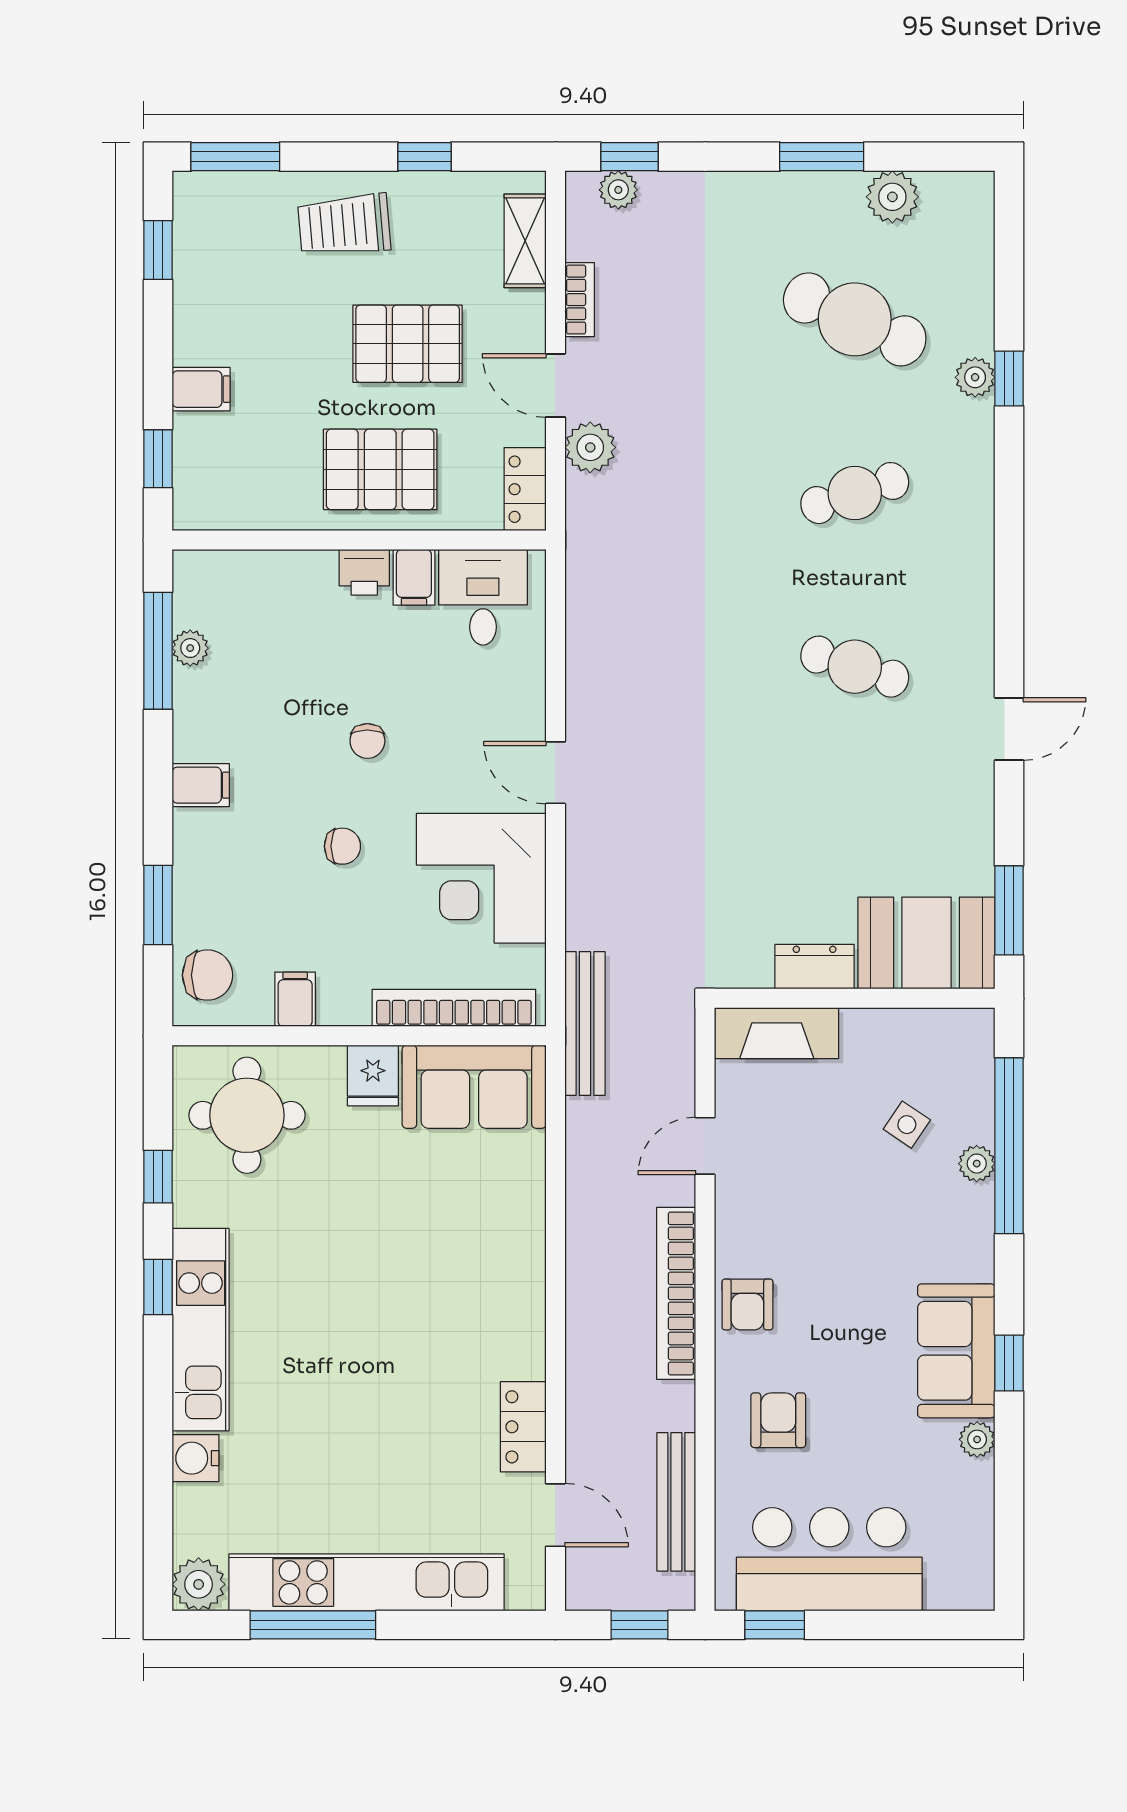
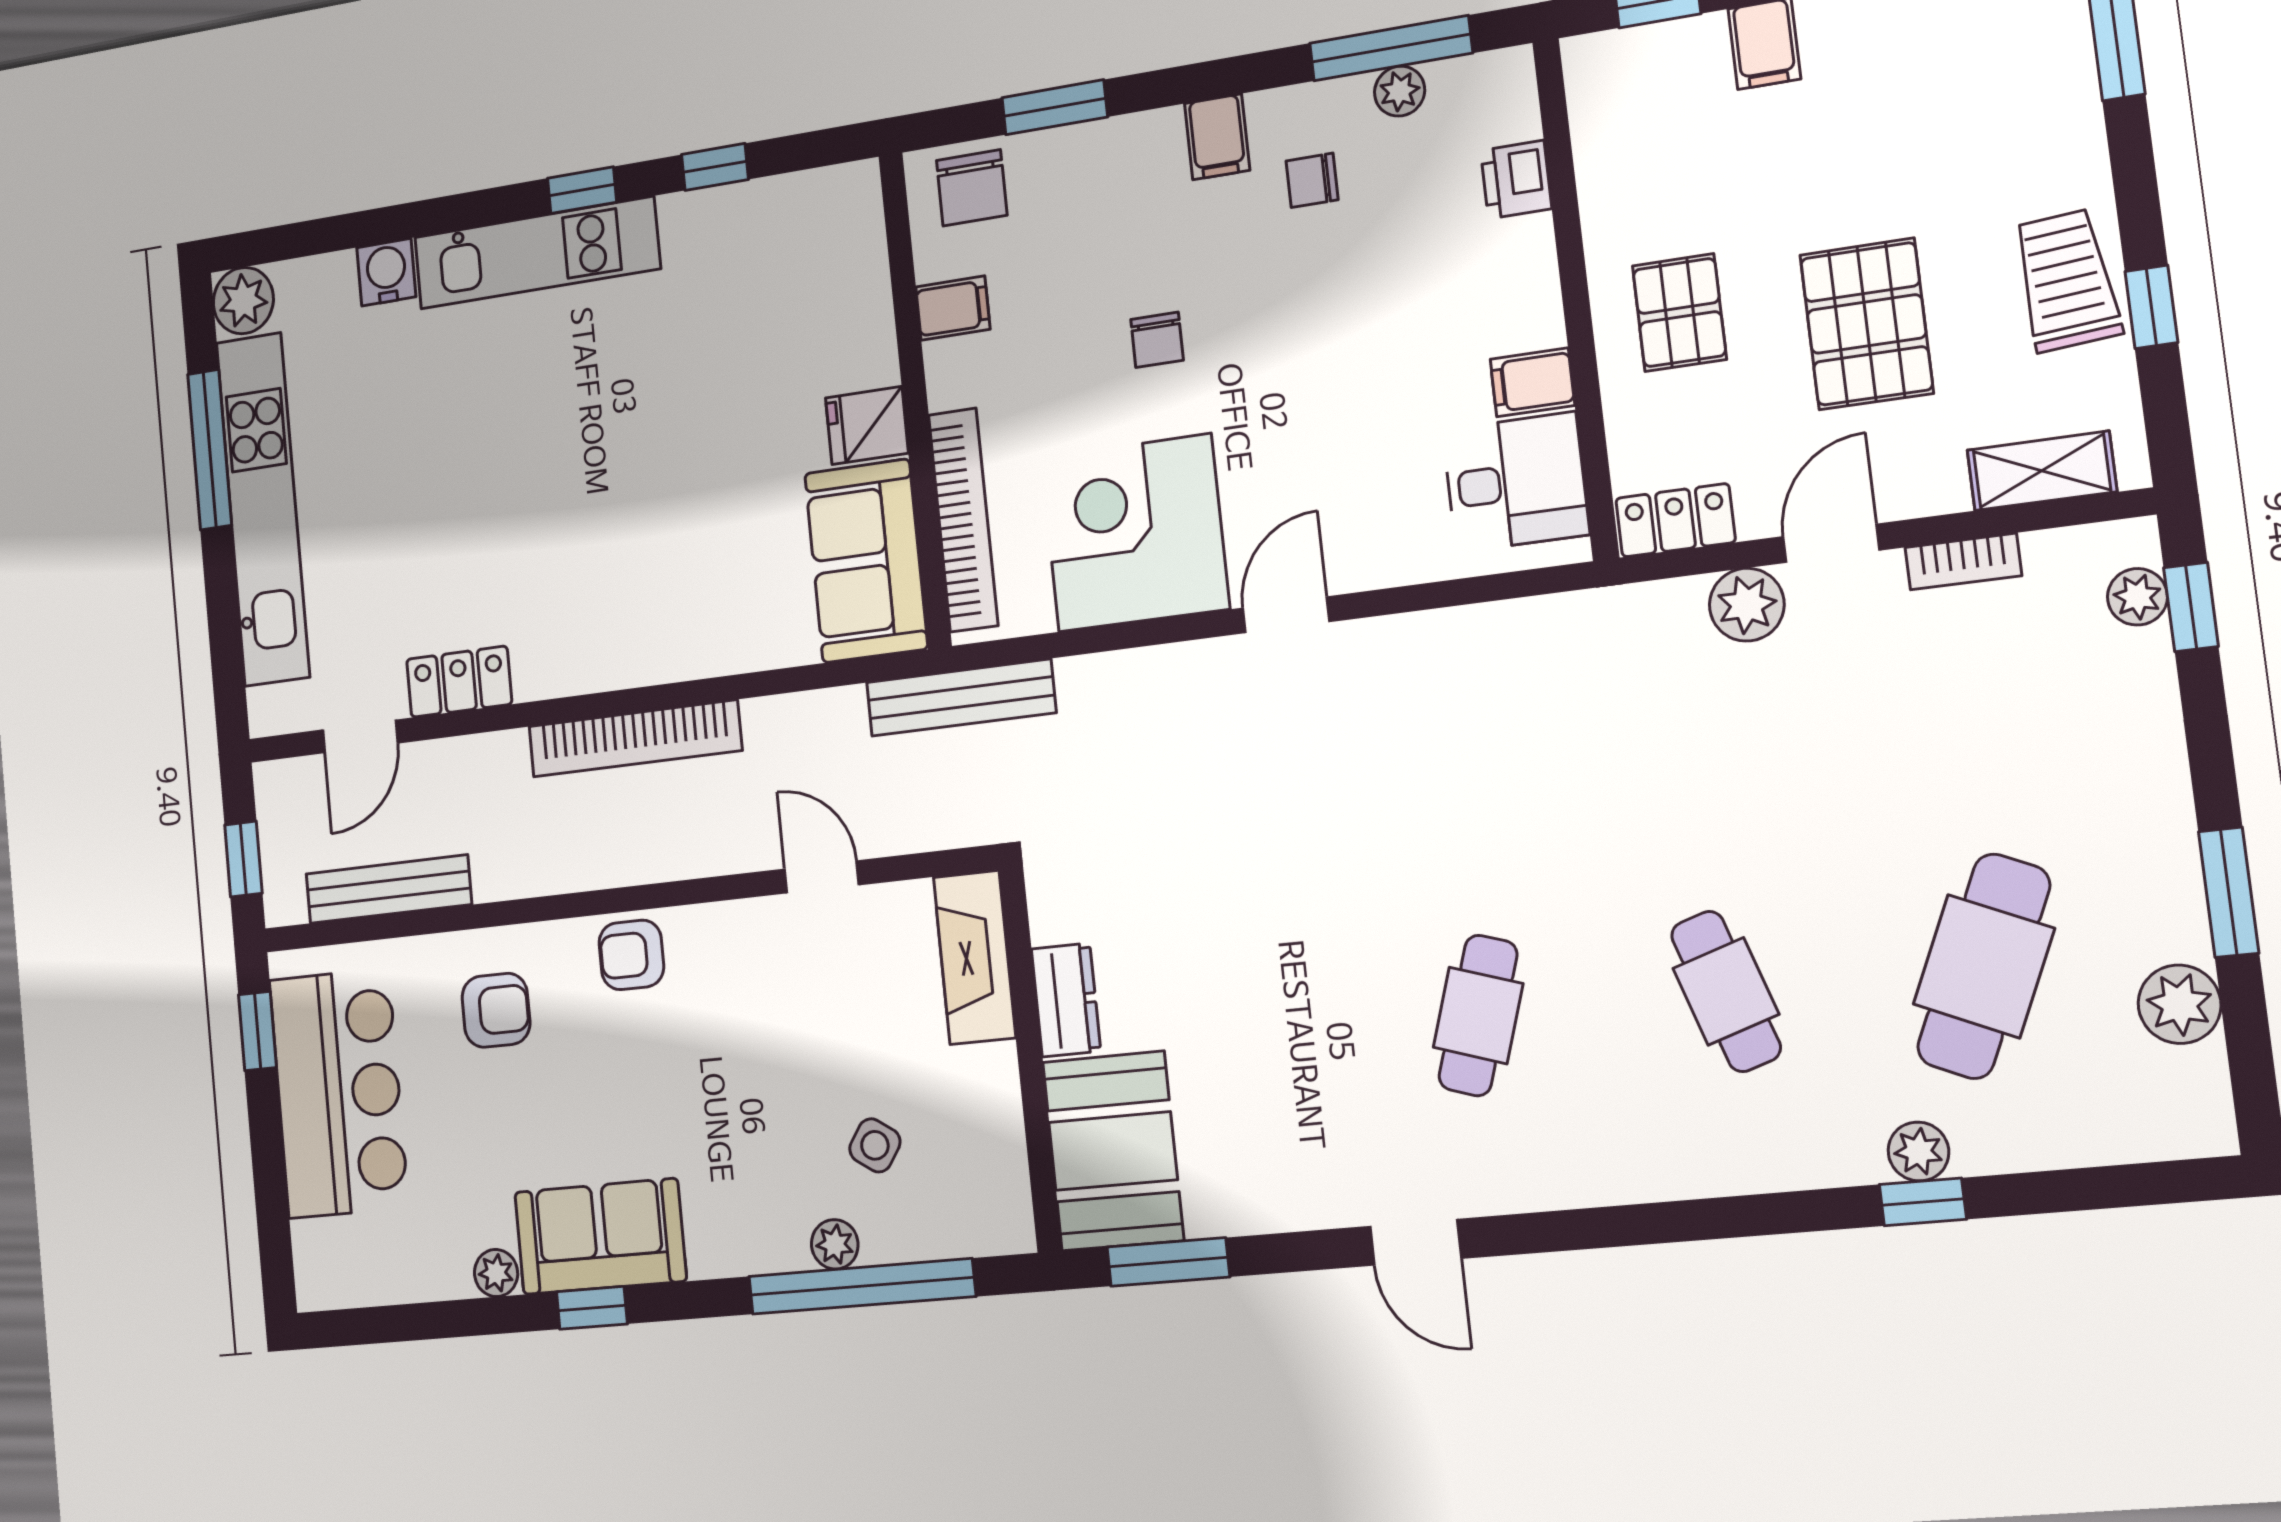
trolley: (344, 225) -> (2066, 280), moved
pallet: (380, 469) -> (1679, 313), width x0.67, depth x0.71
printer: (364, 572) -> (1516, 180), moved
chair: (367, 741) -> (1312, 180), moved
round table: (247, 1115) -> (801, 269), removed
bookcase: (676, 1293) -> (635, 738), moved, turned 180

